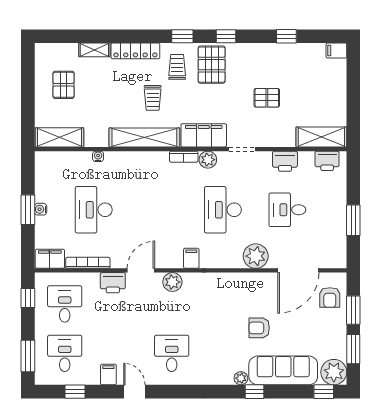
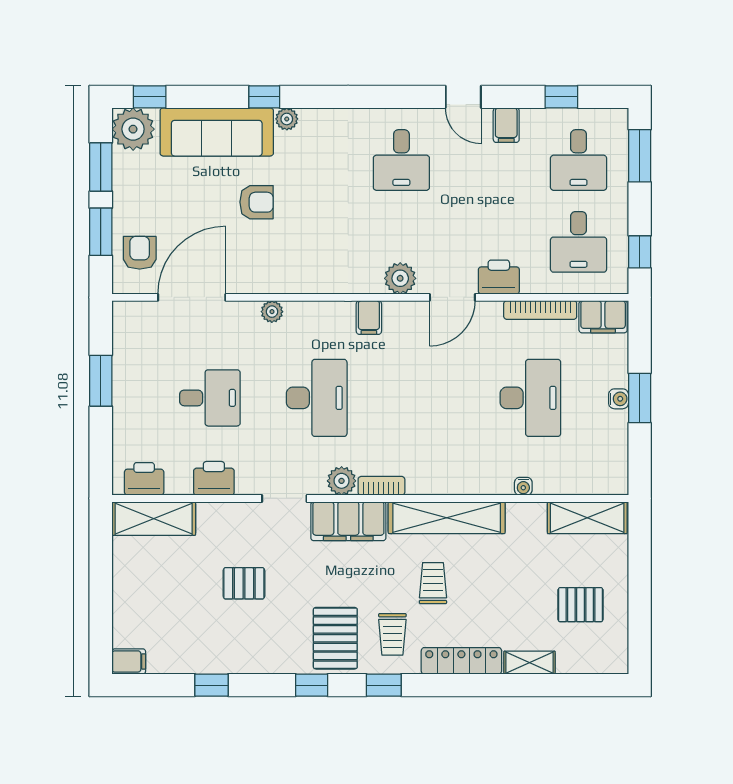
pallet: (64, 85) -> (580, 605), turned 90
plant: (256, 256) -> (272, 312), width x0.53, depth x0.53

